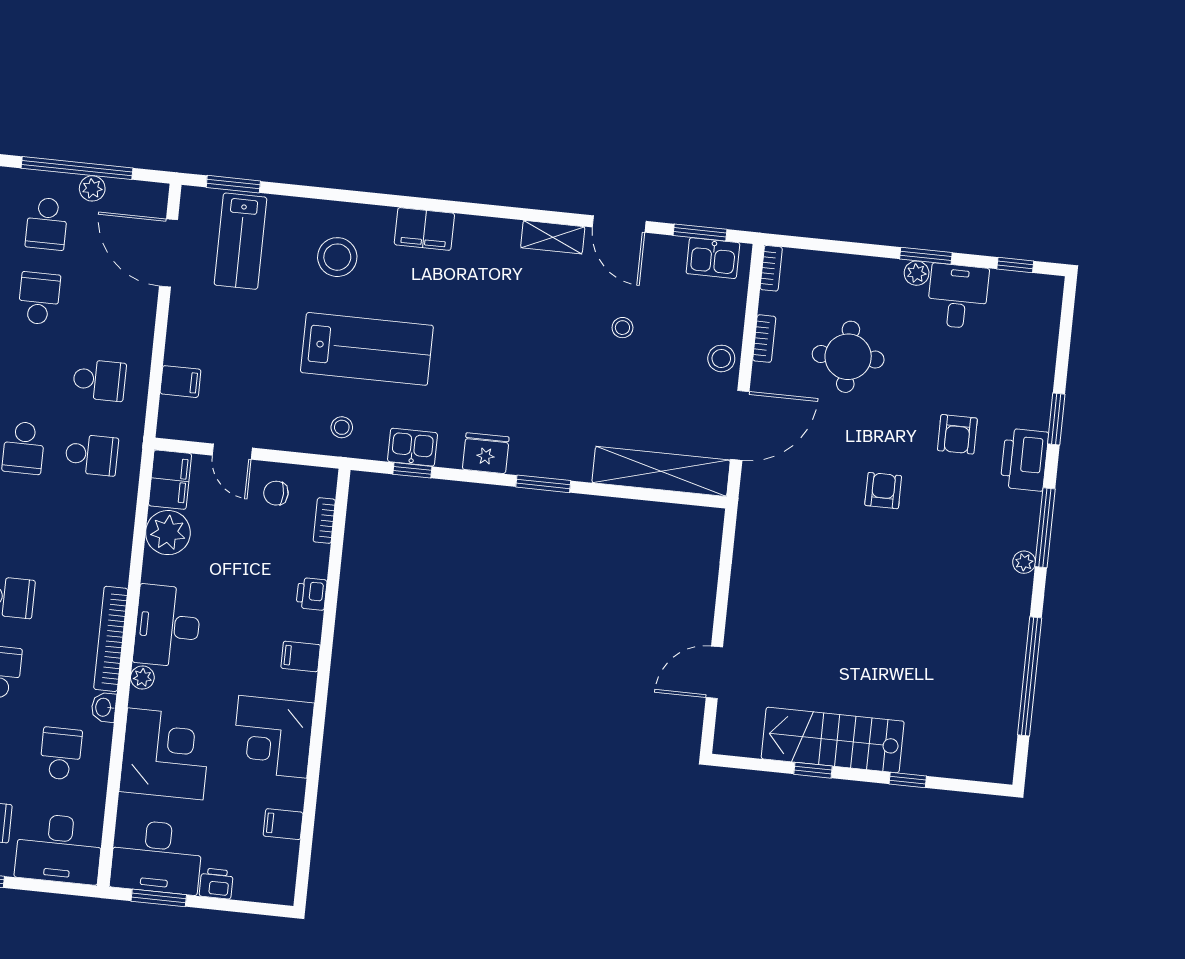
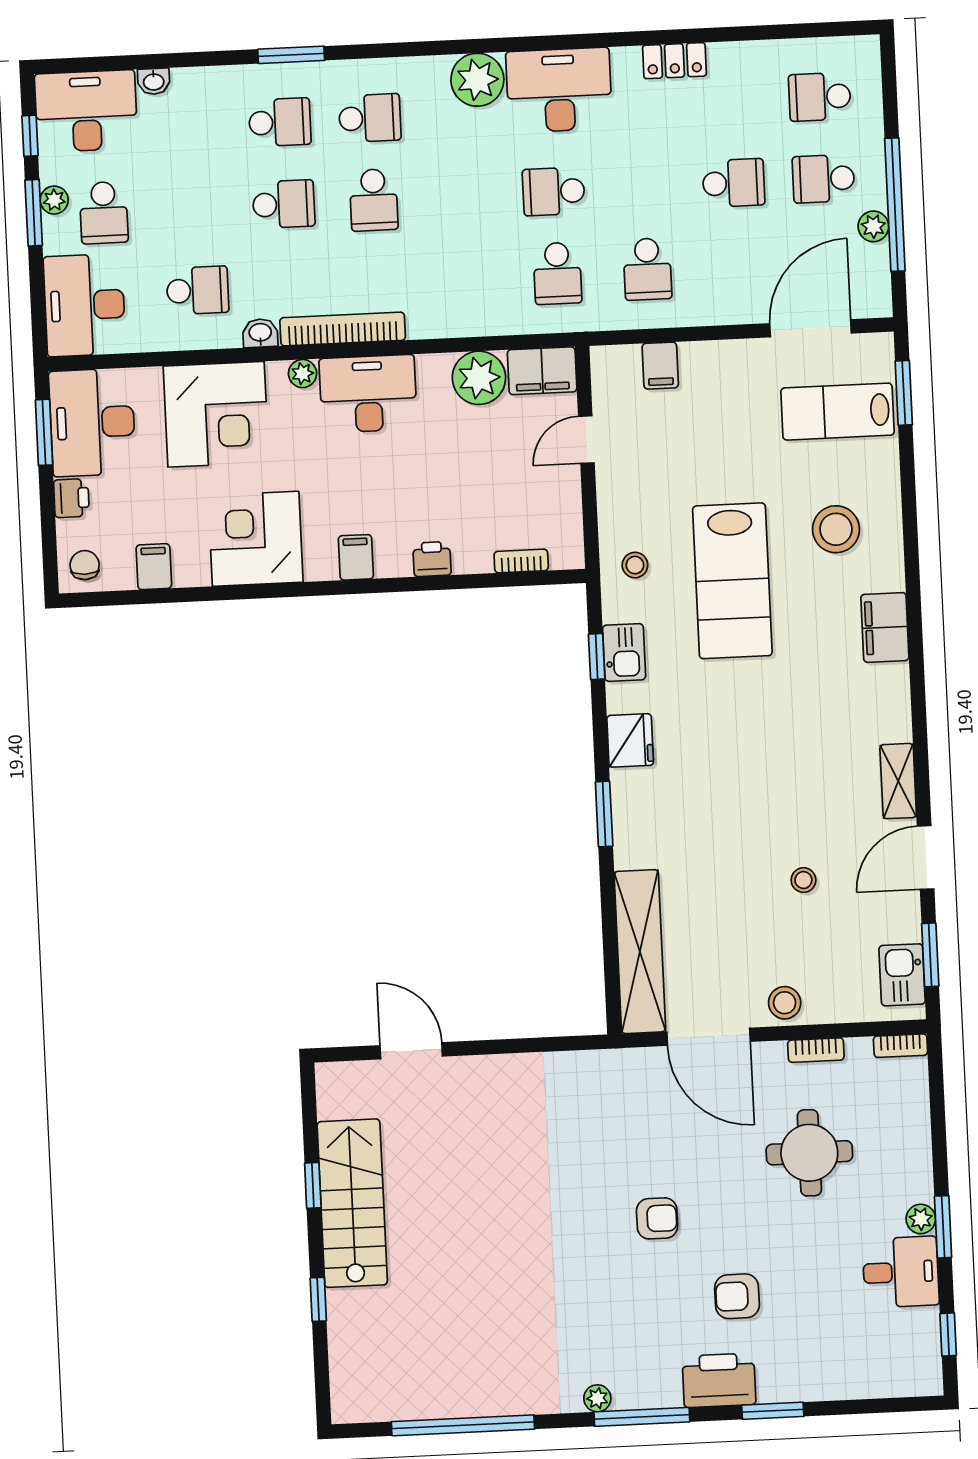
chair: (276, 493) -> (85, 565), moved

